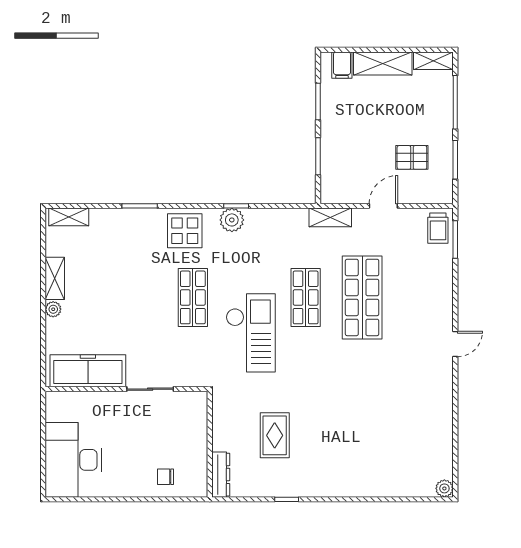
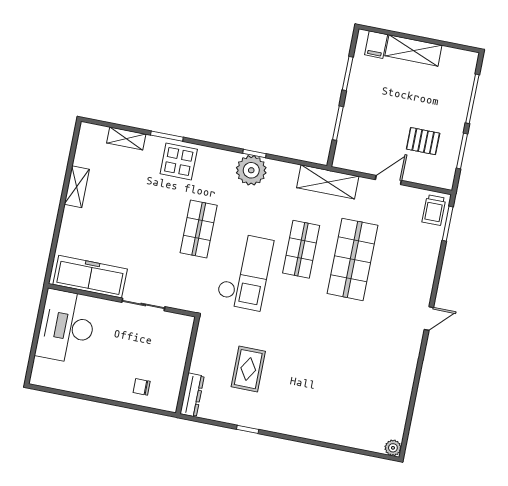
shelving: (433, 61) -> (460, 57), removed
shelving: (69, 217) -> (126, 139), moved
shelving: (330, 217) -> (328, 182), width x1.50, depth x1.33
plant: (232, 220) -> (251, 170), width x1.36, depth x1.36
display table: (185, 231) -> (179, 162), moved
plant: (53, 309) -> (70, 215), removed
desk: (73, 460) -> (66, 327), moved

